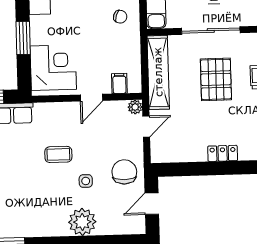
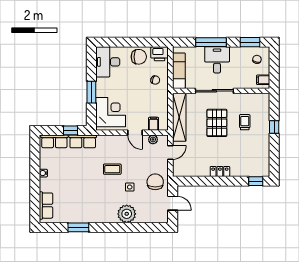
door: (91, 98) -> (135, 133), hinge flipped
plant: (135, 107) -> (153, 139), moved
door: (152, 204) -> (173, 203), swing flipped

